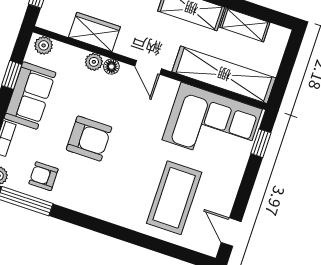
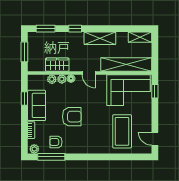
shelving: (245, 25) -> (140, 37), moved
plant: (44, 45) -> (52, 79), moved

